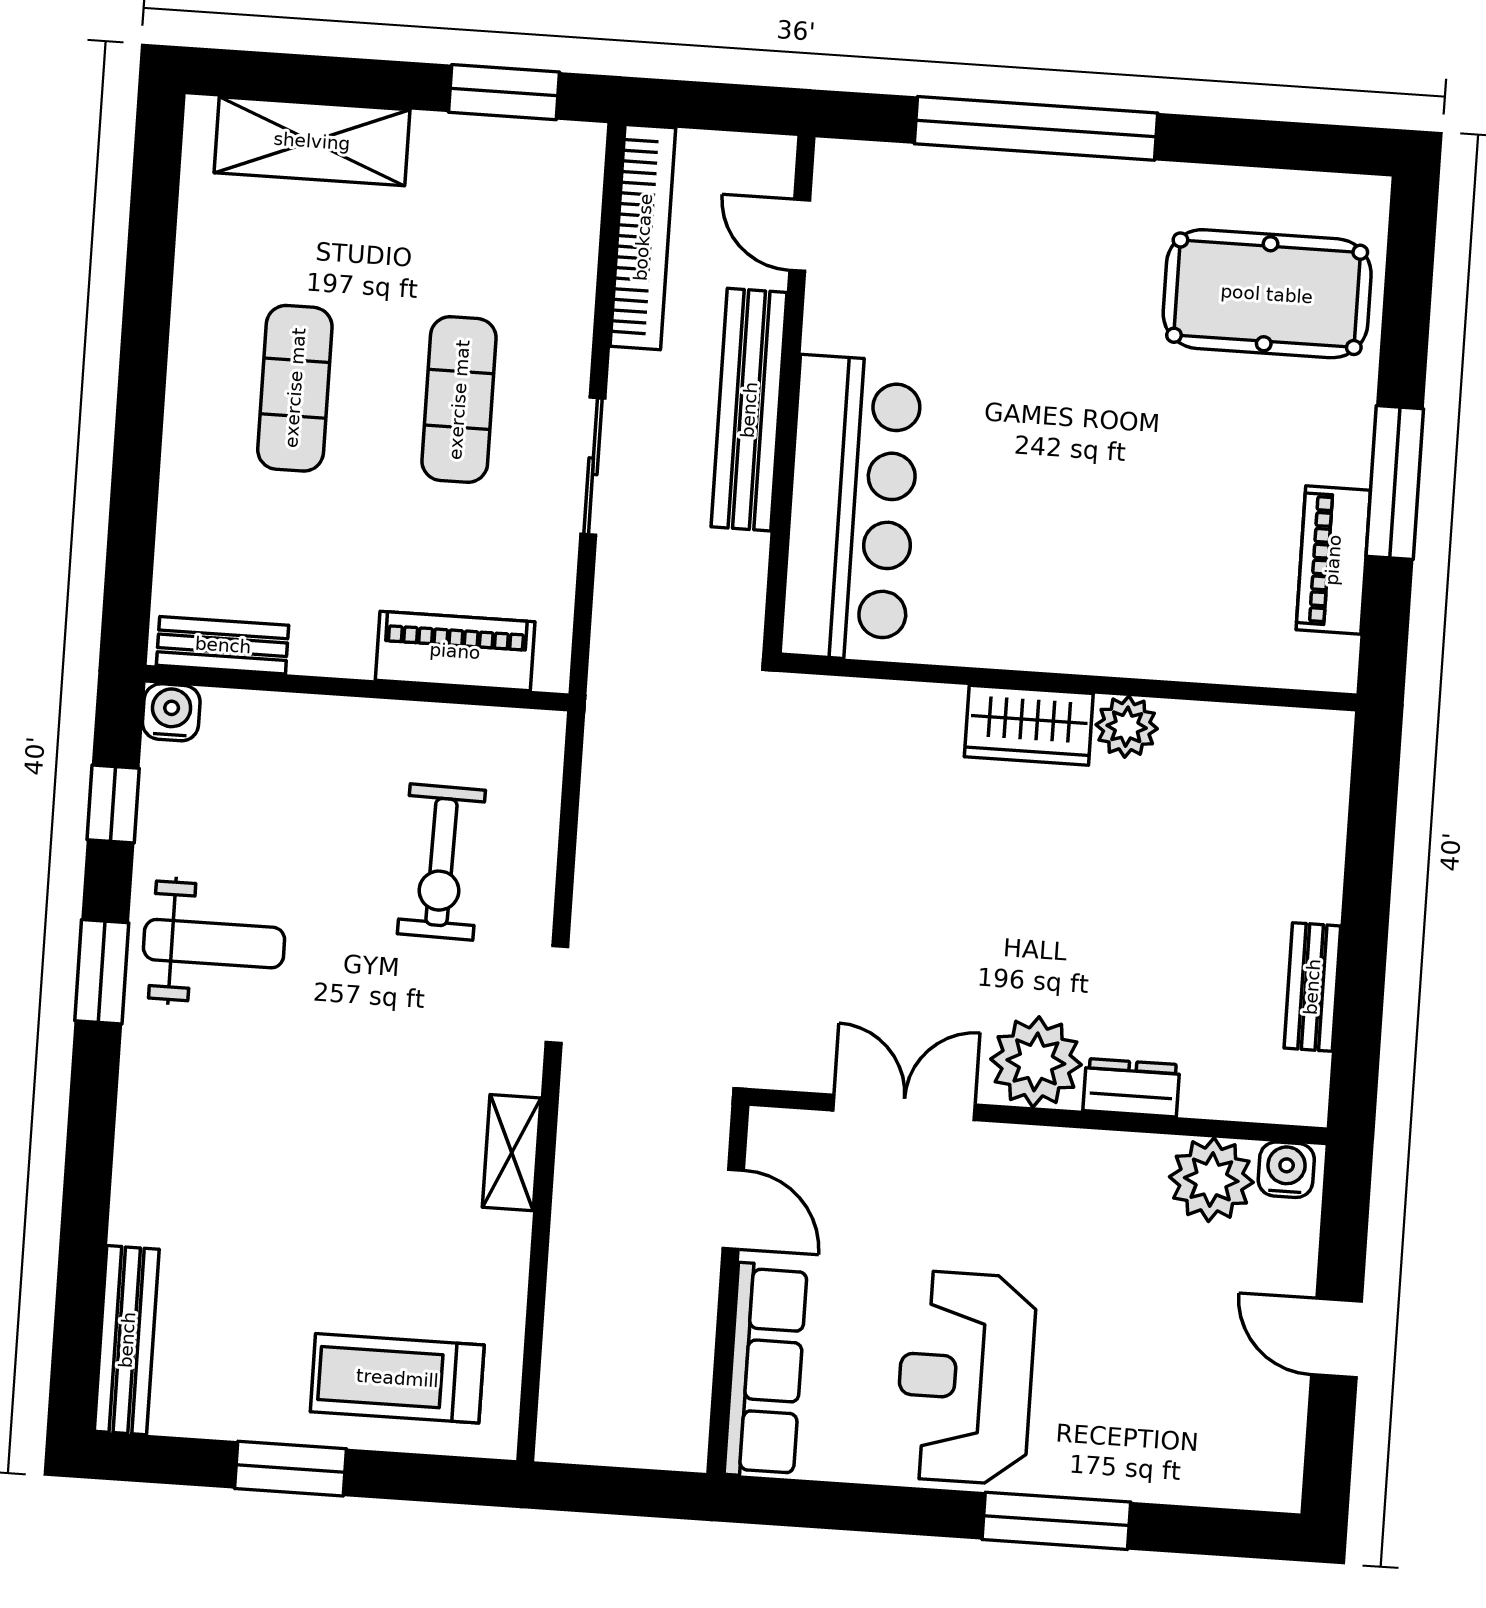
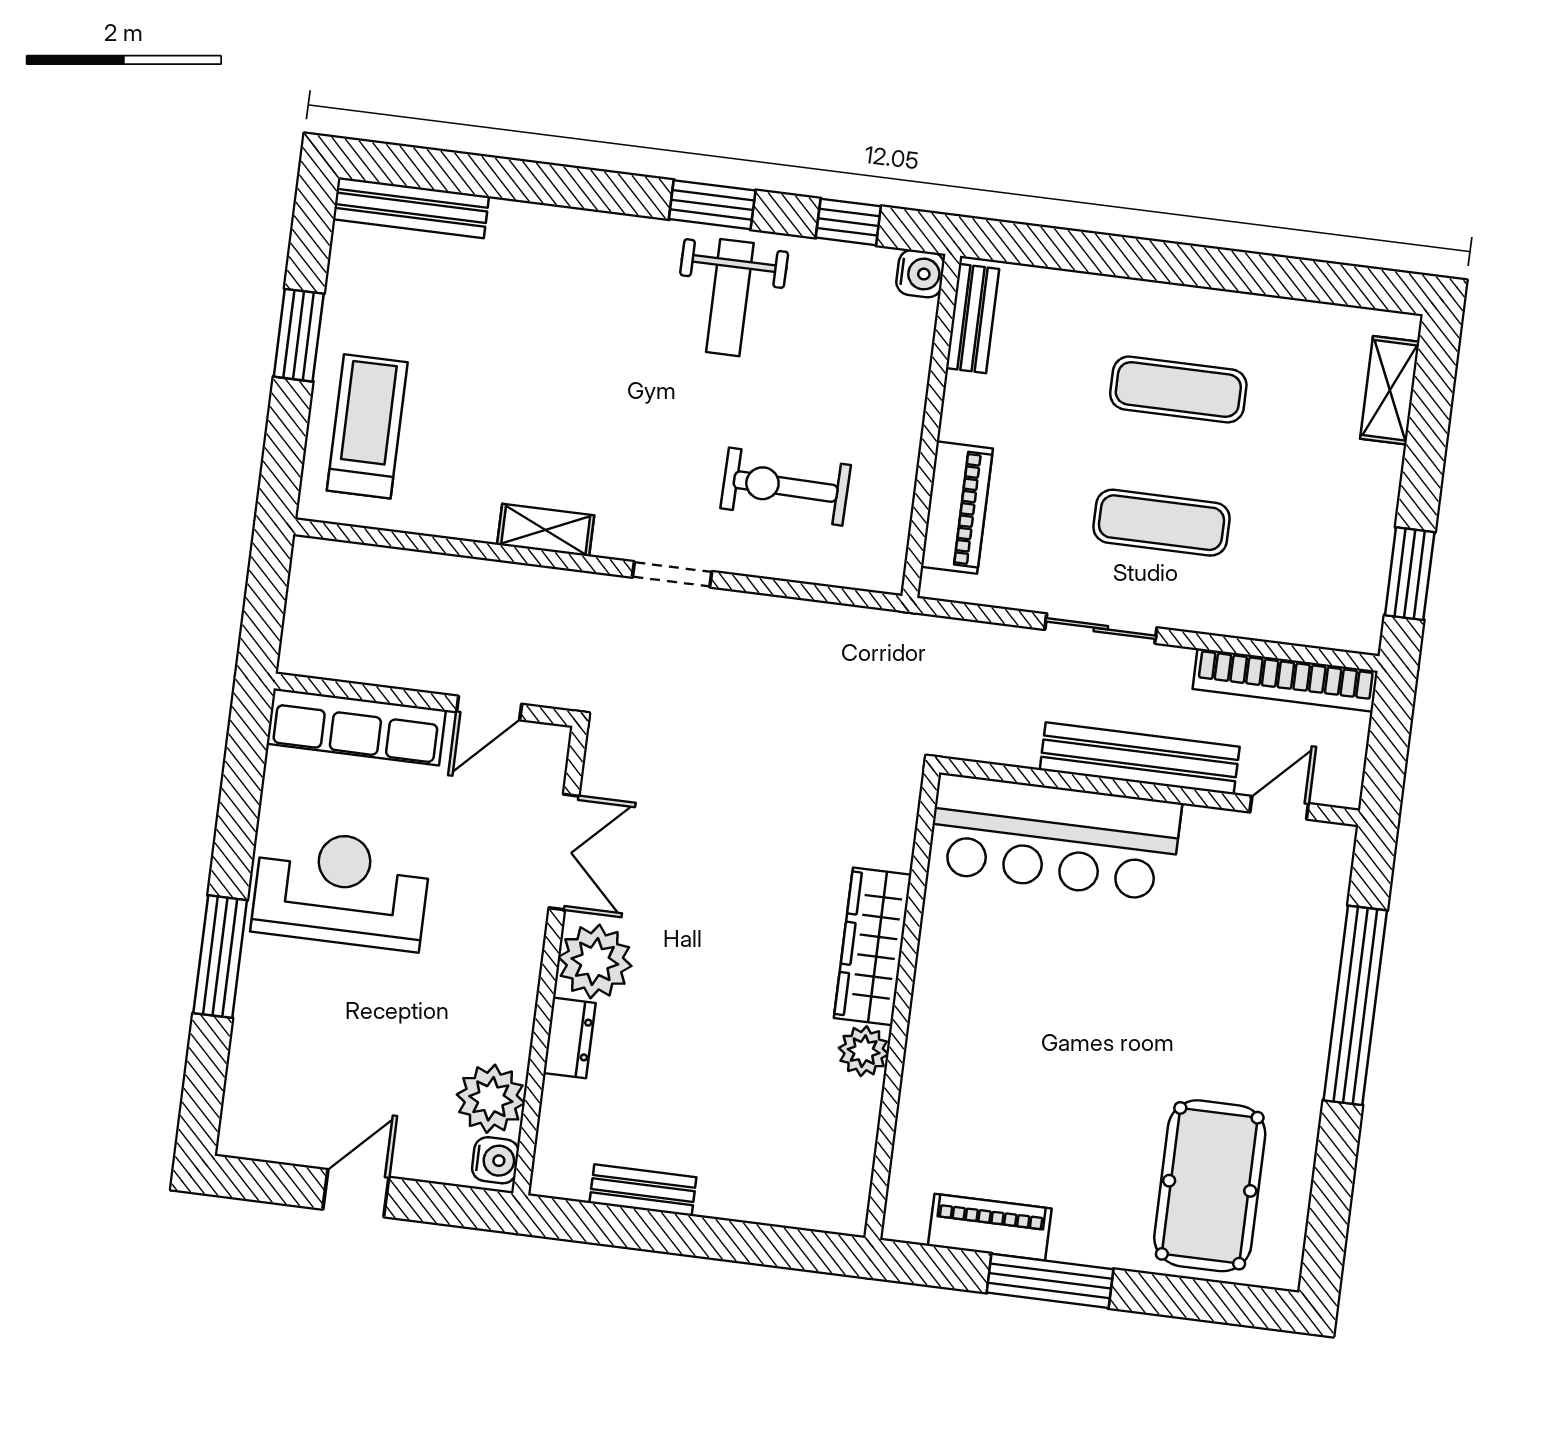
shelving: (312, 141) -> (1390, 390), width x0.67, depth x0.75
wardrobe: (1029, 725) -> (873, 946), width x1.50

